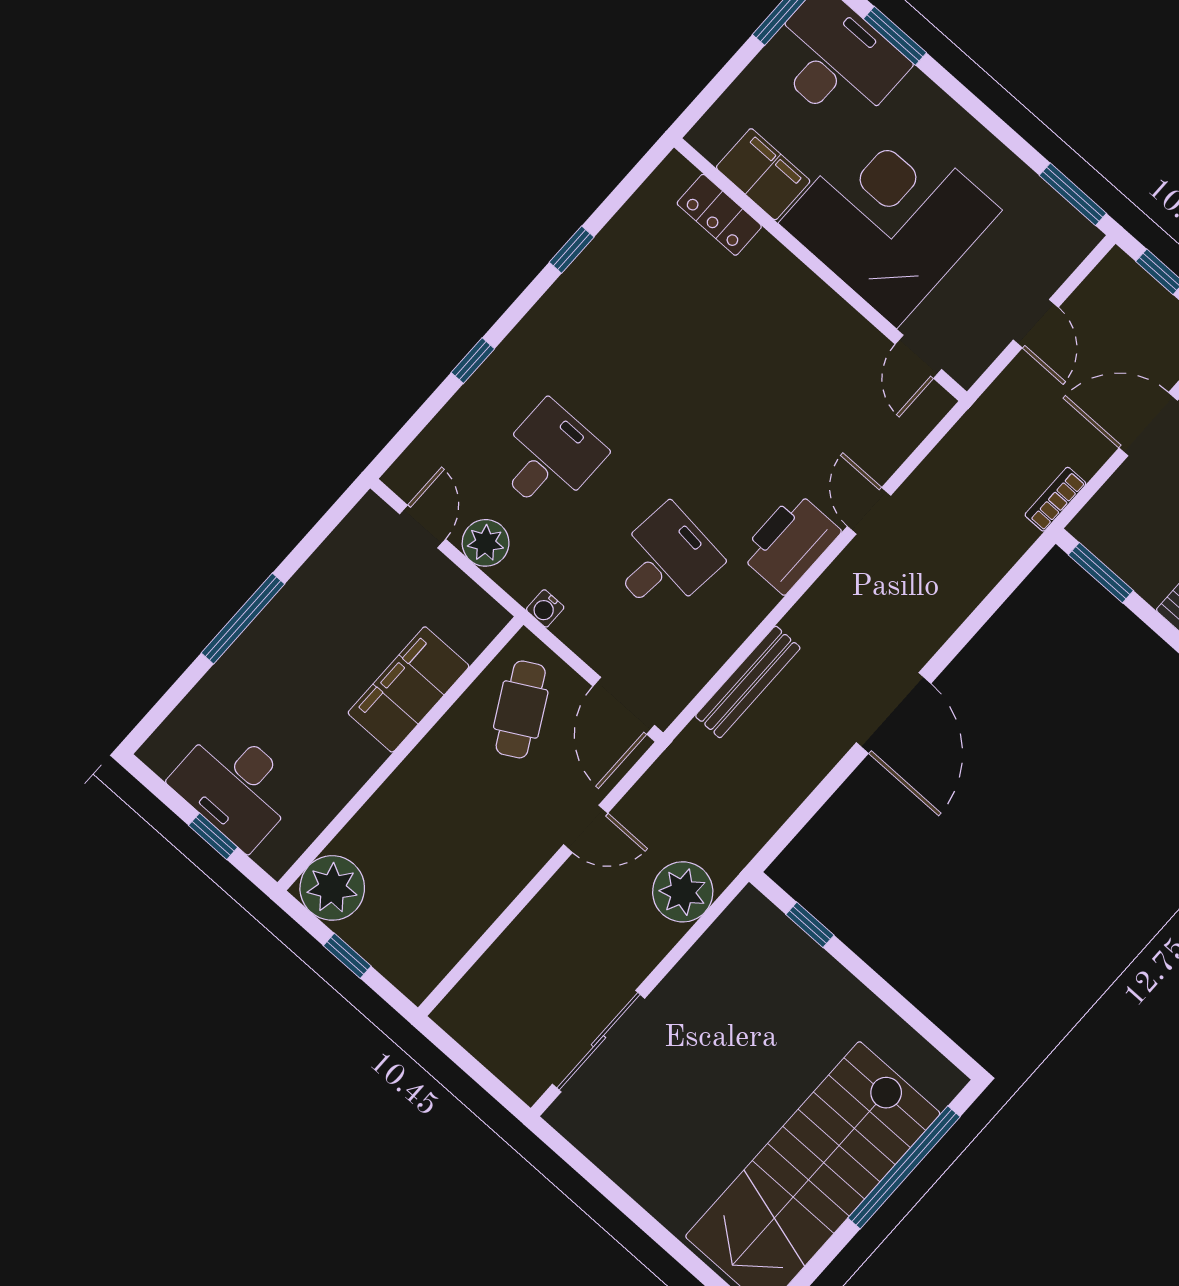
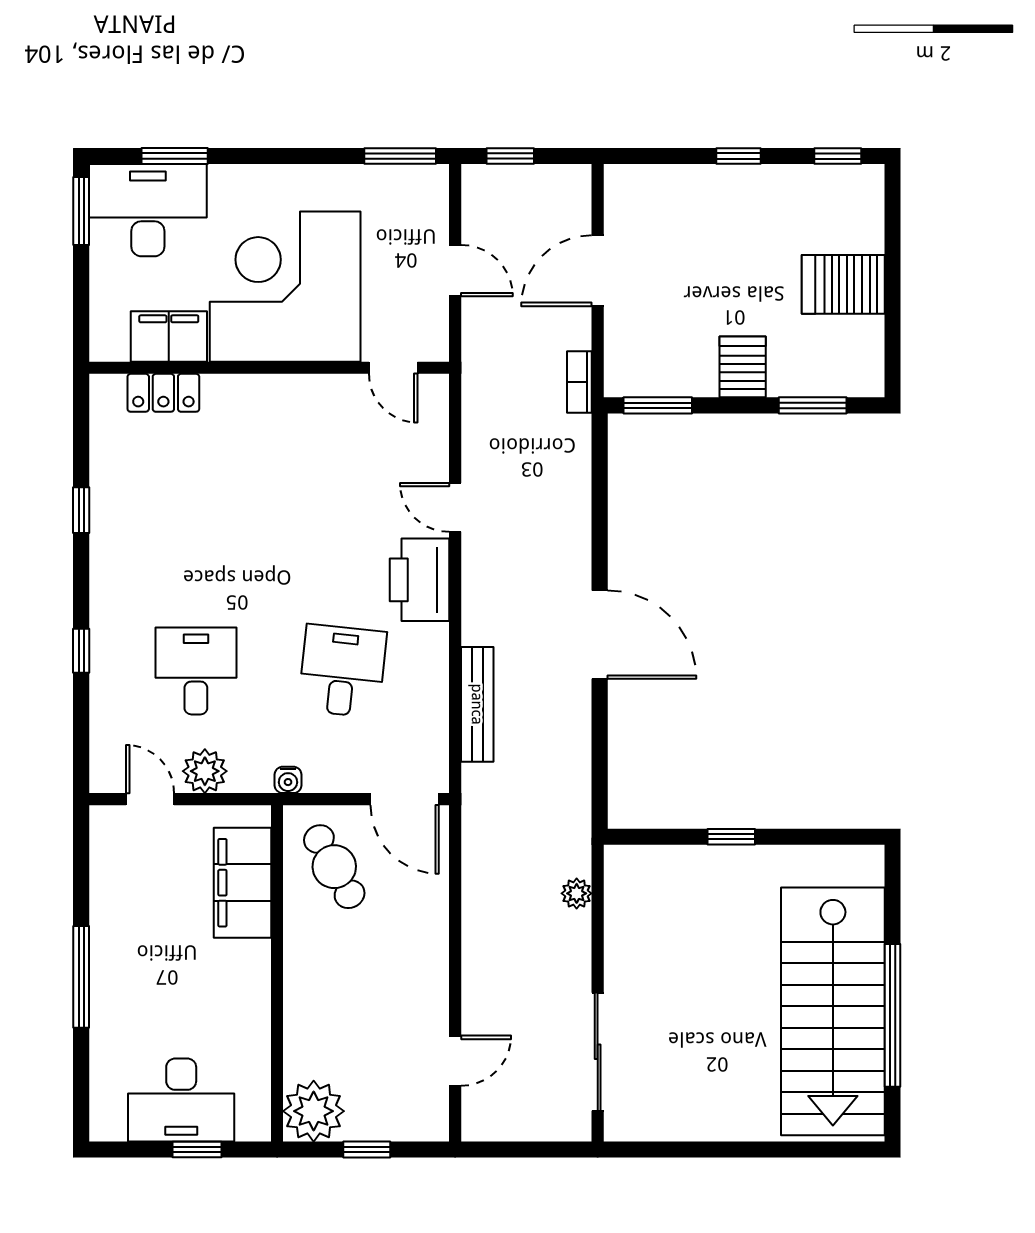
filing cabinet: (408, 689) -> (242, 883), moved
door: (586, 829) -> (455, 1061), moved
plant: (683, 892) -> (577, 893), width x0.53, depth x0.53
window: (810, 925) -> (731, 837), moved
window: (904, 1167) -> (893, 1015), moved

